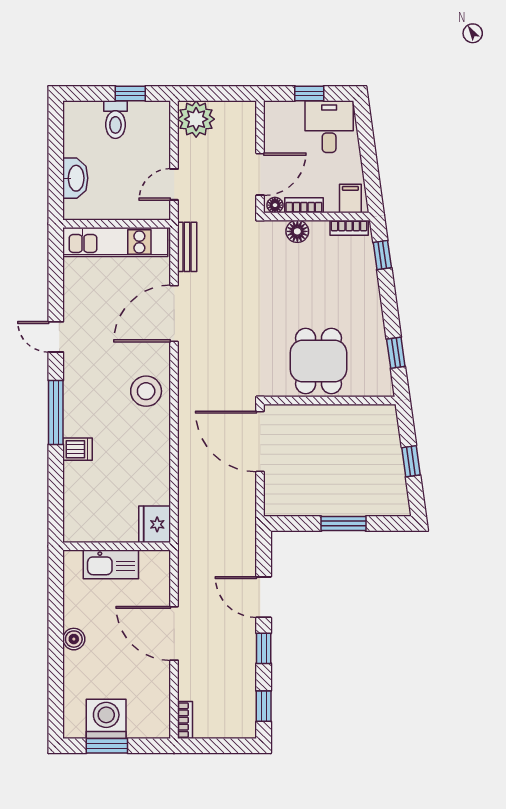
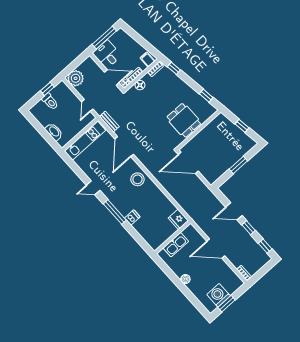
window: (309, 94) -> (104, 38), width x2.17
desk: (329, 127) -> (107, 54), moved
door: (260, 174) -> (112, 77), hinge flipped

